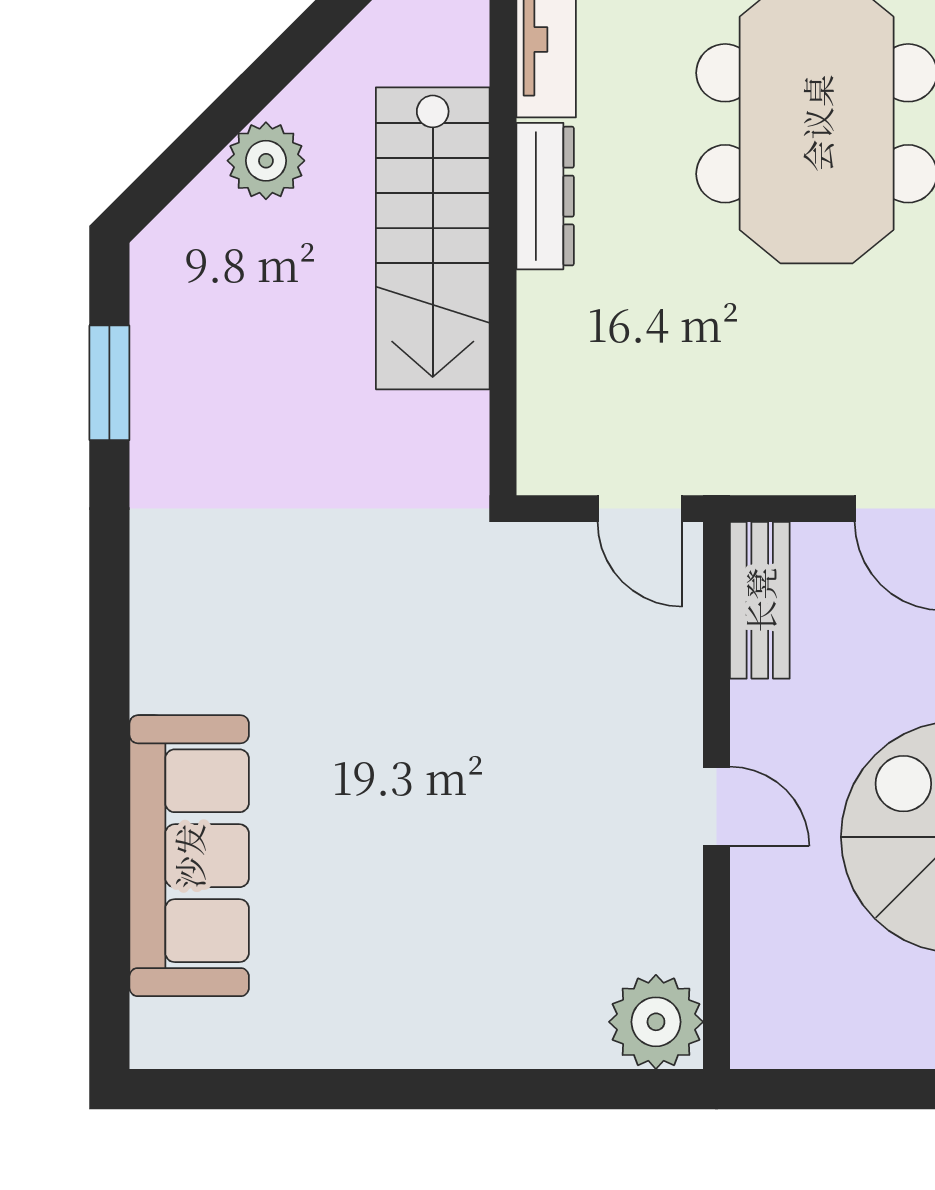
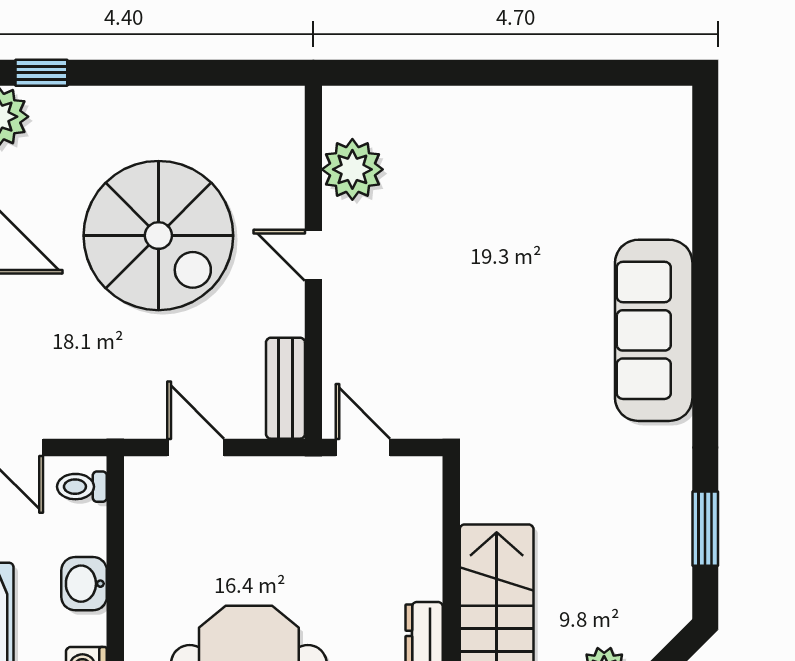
sofa: (189, 856) -> (654, 330), moved
plant: (656, 1022) -> (352, 169), moved

